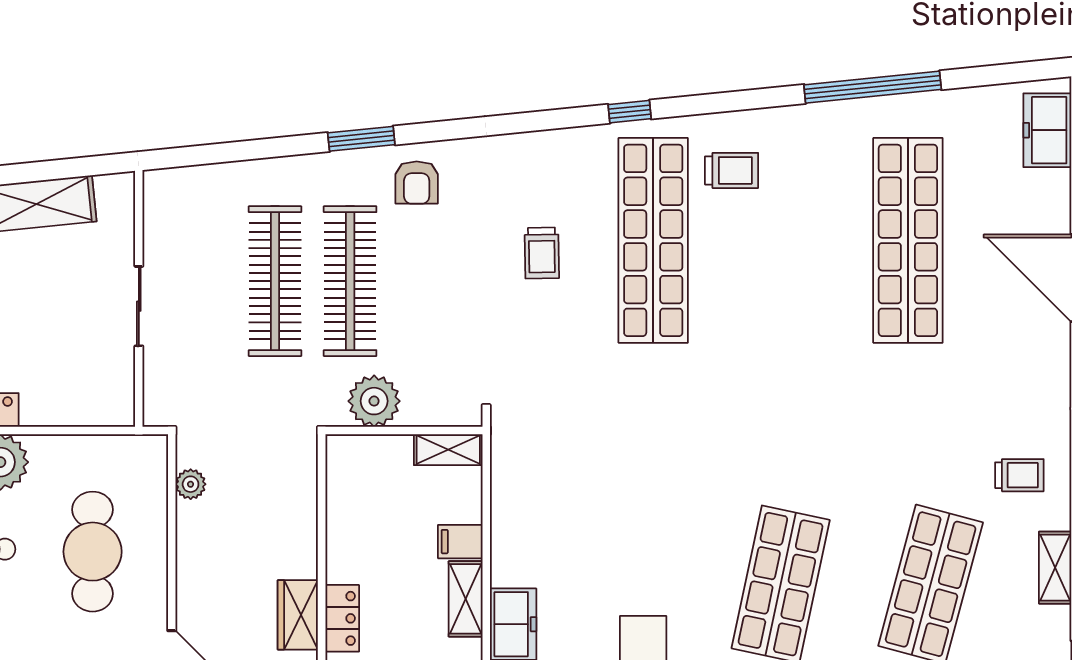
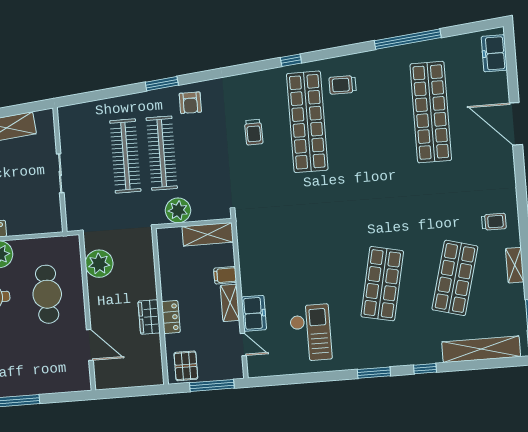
trolley: (732, 170) -> (343, 85), turned 180
shelving: (448, 450) -> (208, 234), width x1.50, depth x1.33
plant: (191, 484) -> (99, 264), width x1.87, depth x1.87

